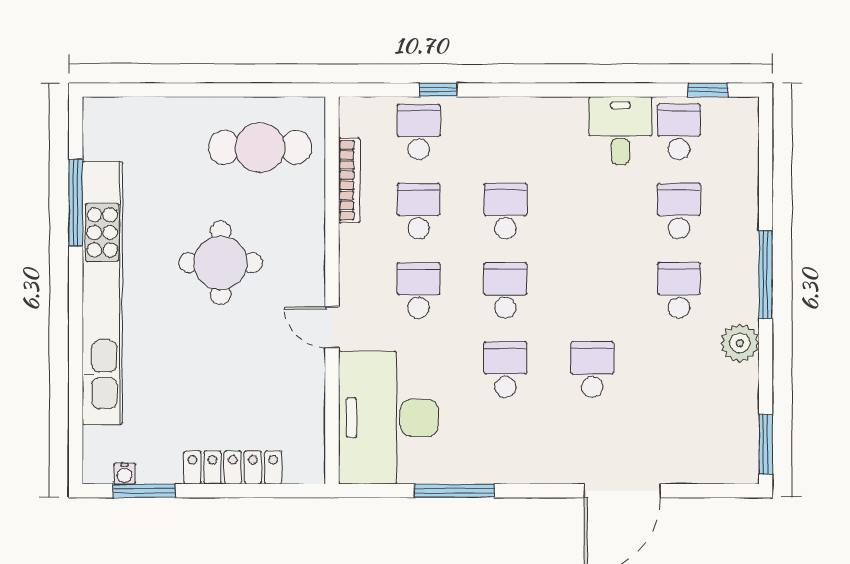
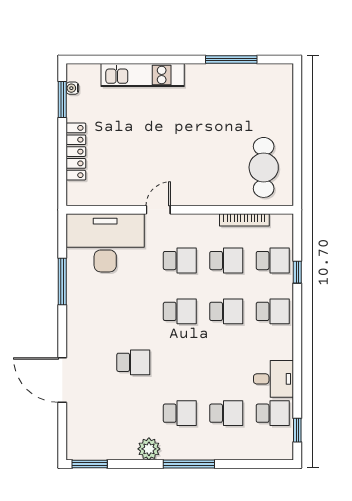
round table: (221, 263) -> (196, 144), removed
kitchen unit: (102, 293) -> (143, 75), width x0.54
school desk: (505, 370) -> (273, 311), moved

